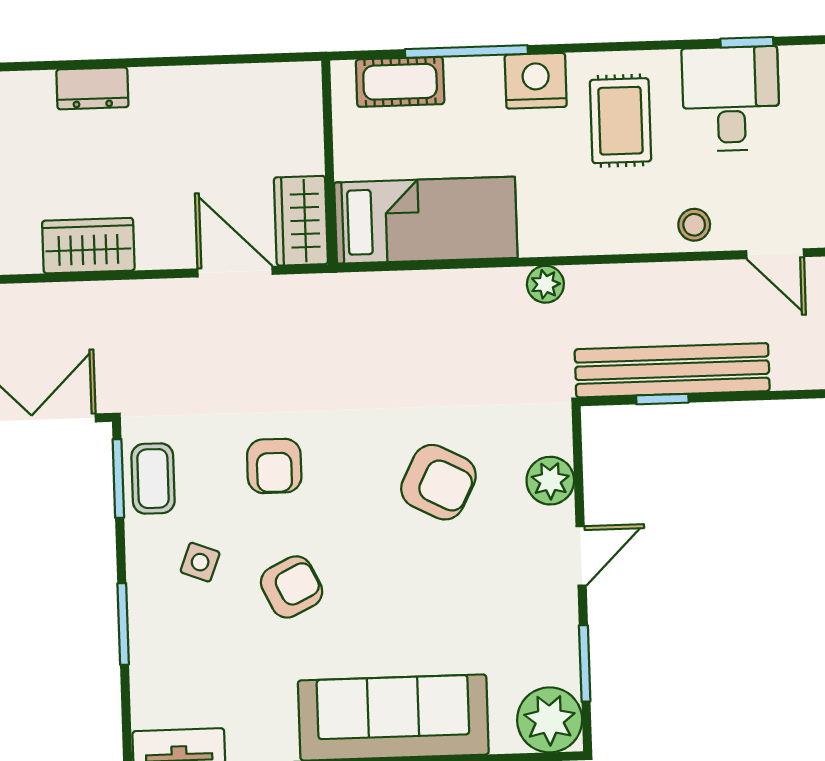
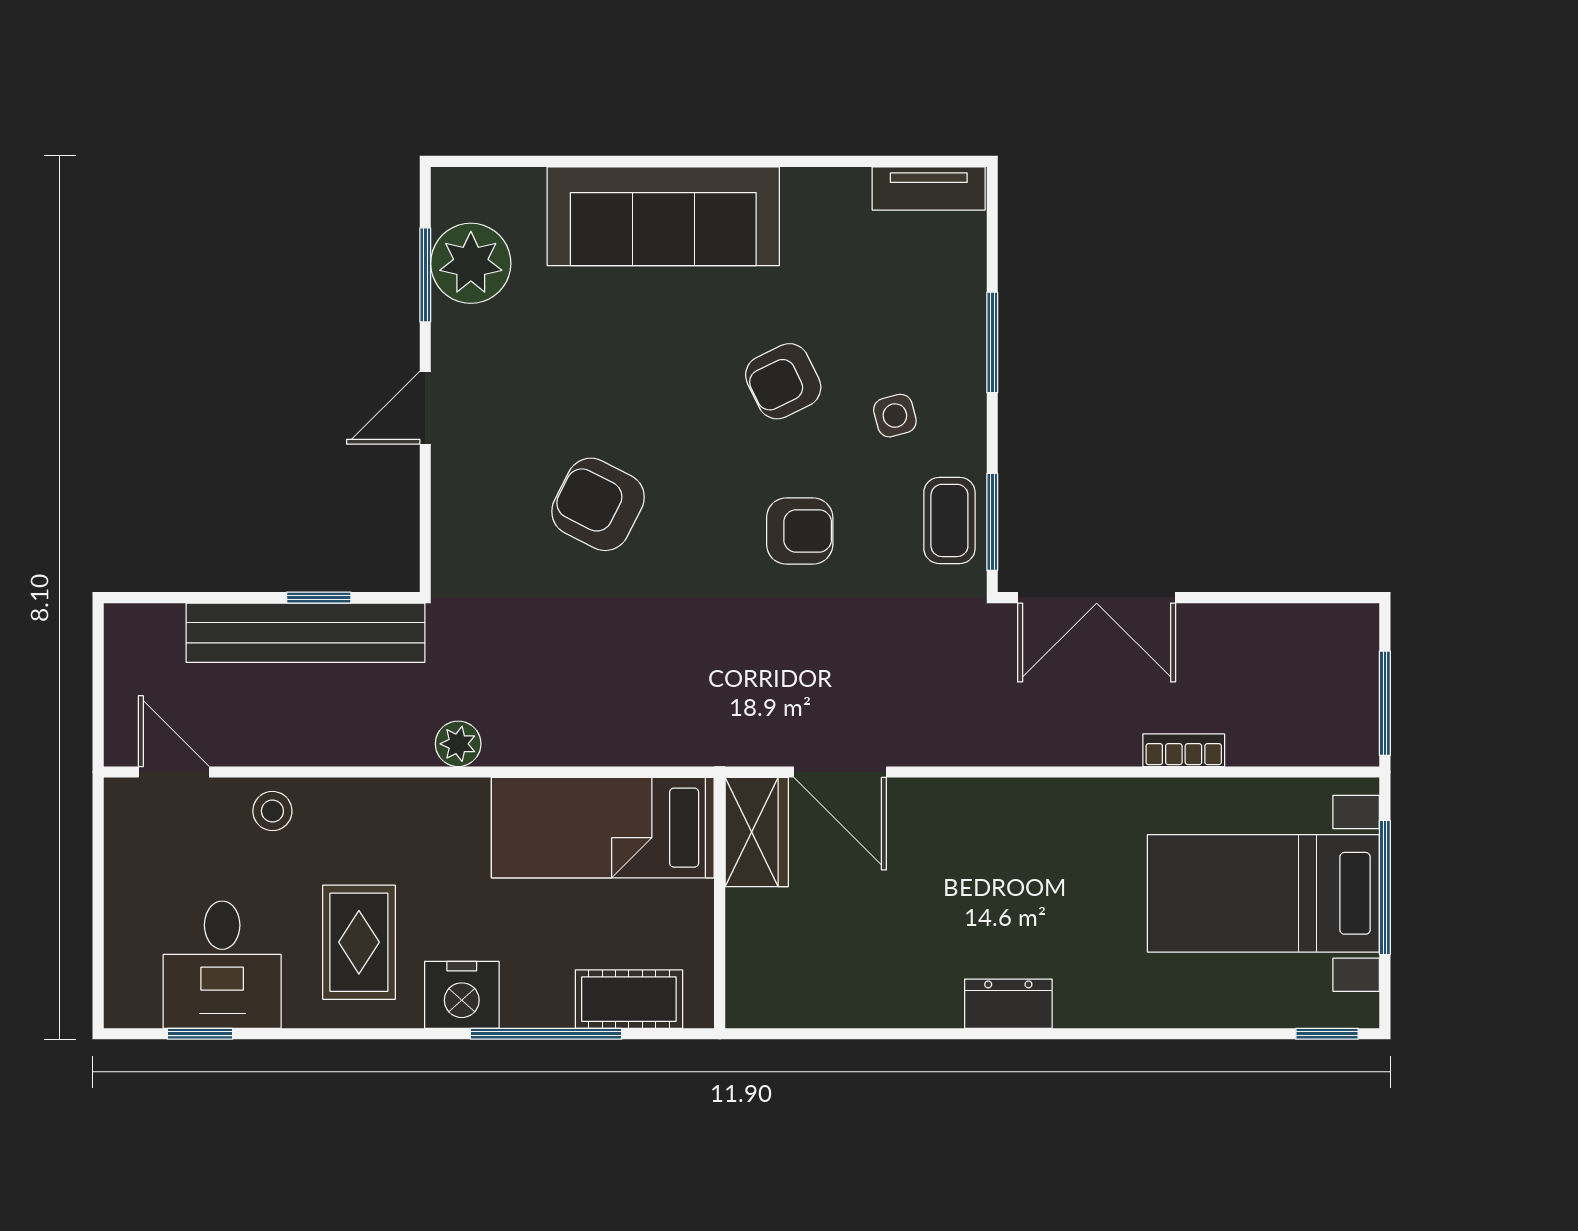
wardrobe: (88, 246) -> (1020, 810), removed
armchair: (274, 466) -> (800, 531), turned 90
plant: (550, 481) -> (460, 502), removed
side table: (200, 562) -> (895, 416), turned -36
plant: (550, 720) -> (471, 263), moved

